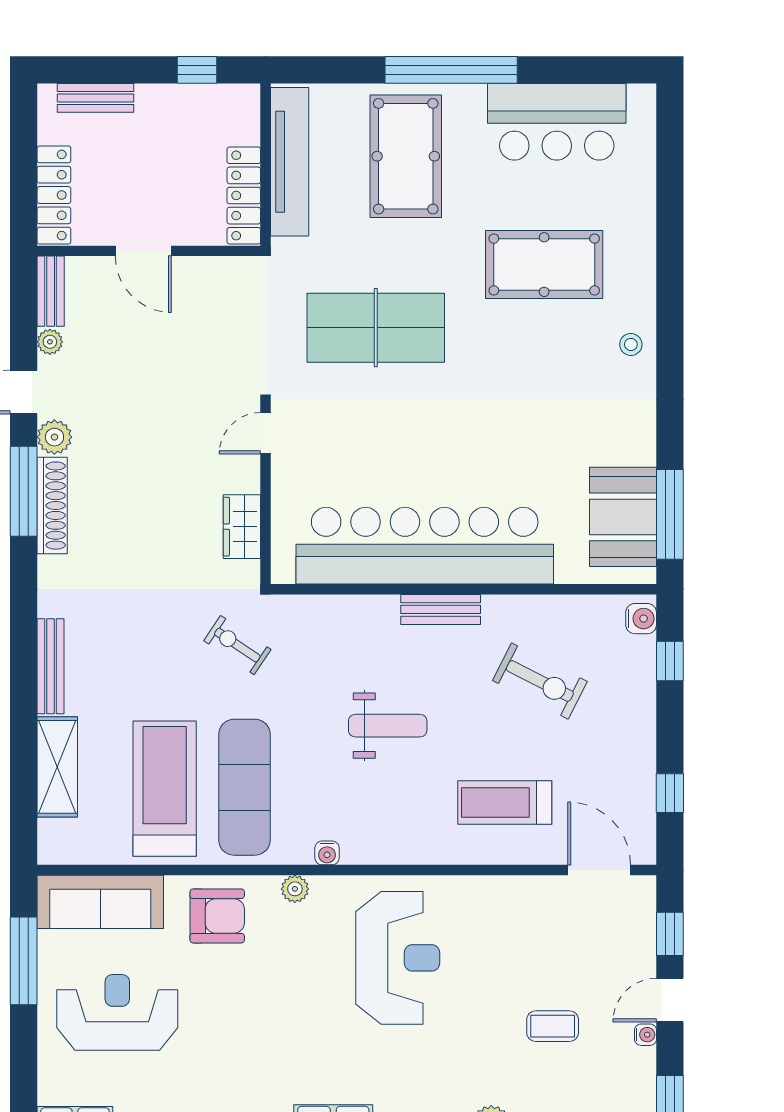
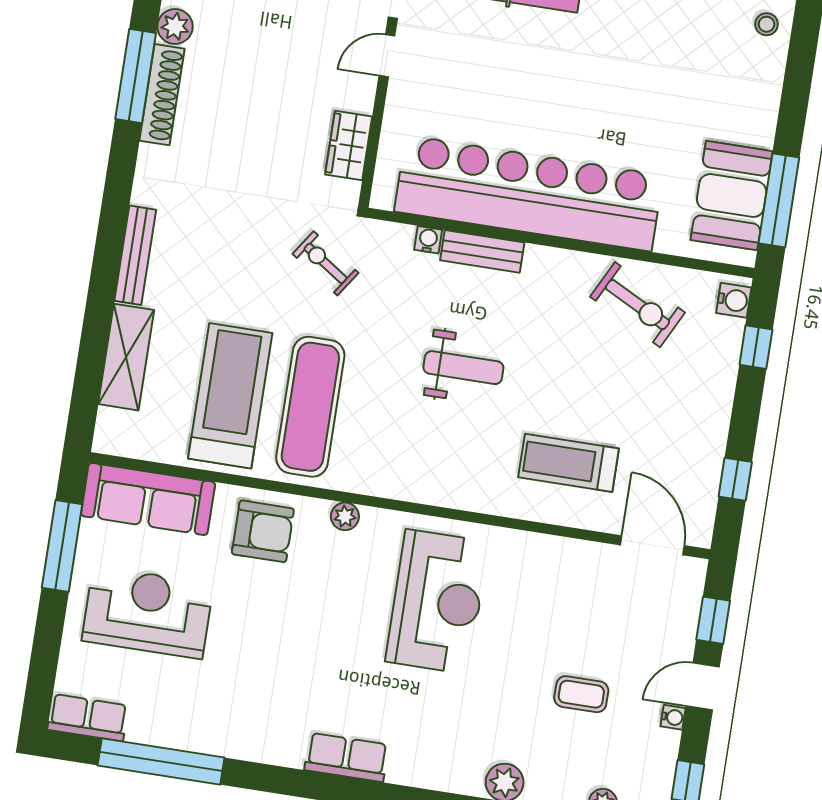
bench: (441, 609) -> (482, 251), moved
exercise bike: (540, 681) -> (638, 305), moved
water cooler: (327, 853) -> (428, 240), moved, turned 180

